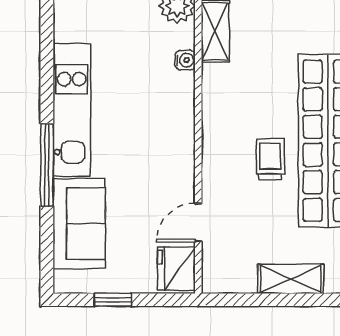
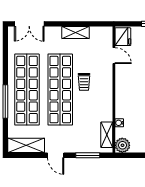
door: (198, 223) -> (114, 56), hinge flipped

